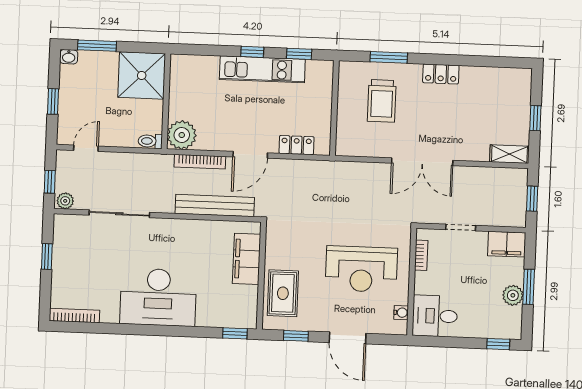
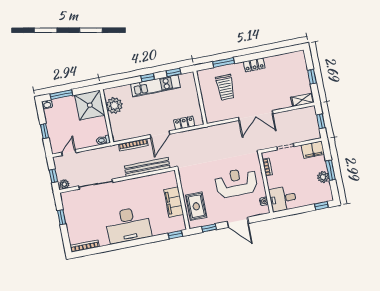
plant: (182, 135) -> (114, 105), moved
filing cabinet: (247, 259) -> (174, 202), moved
reception desk: (361, 269) -> (236, 183), turned 180

